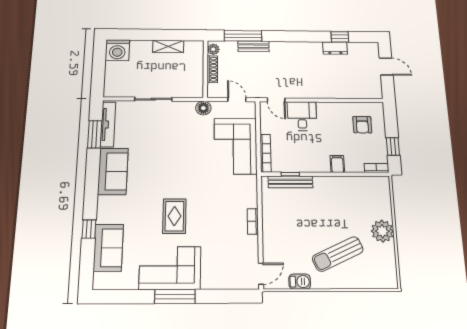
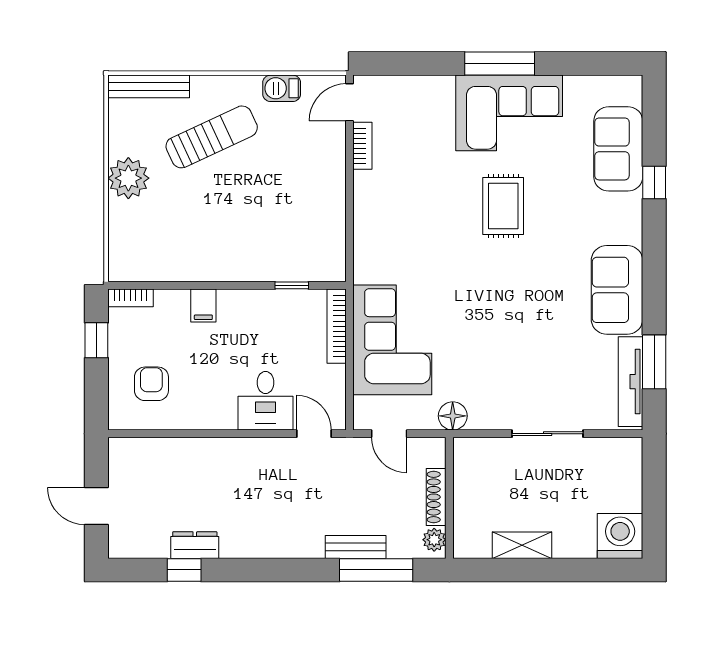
bench: (290, 182) -> (149, 86), moved
bookcase: (253, 221) -> (362, 146), moved

